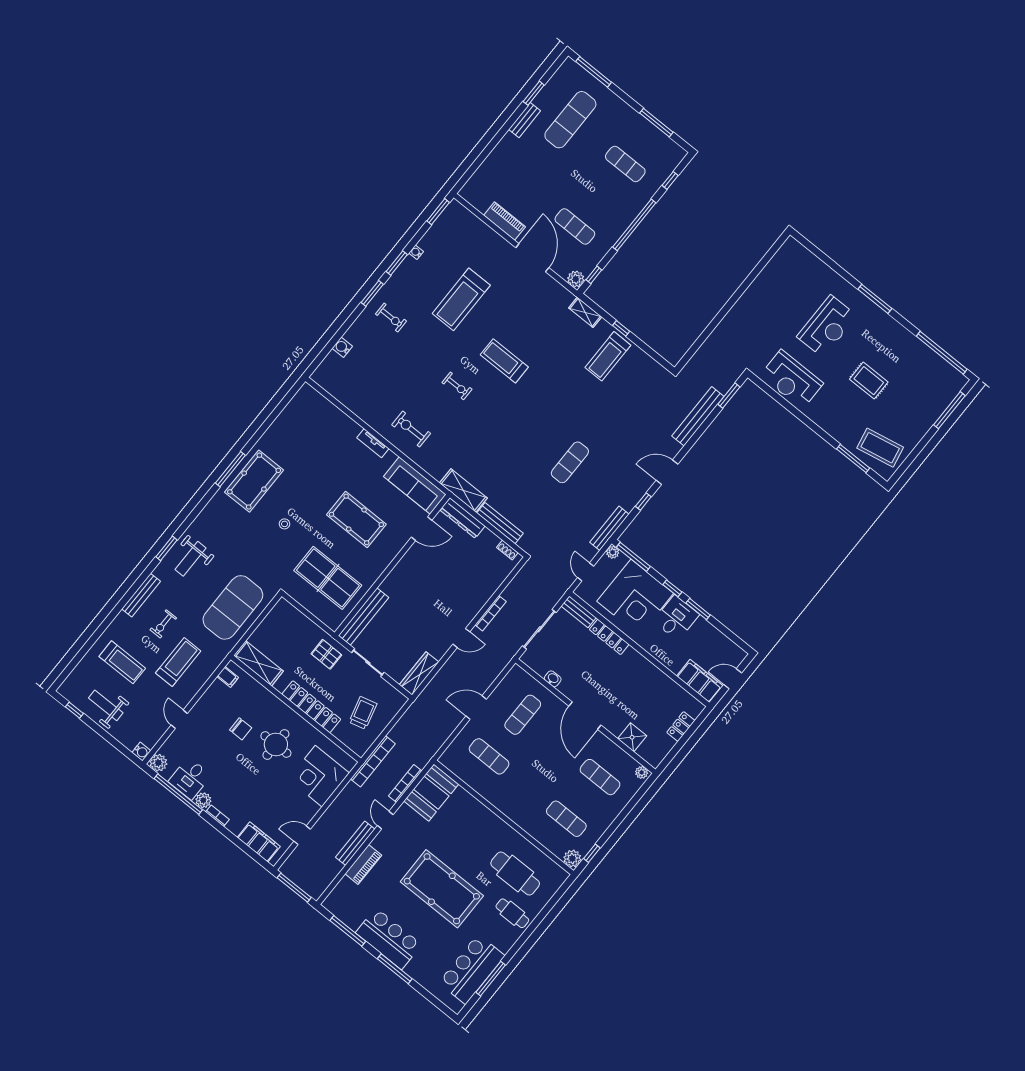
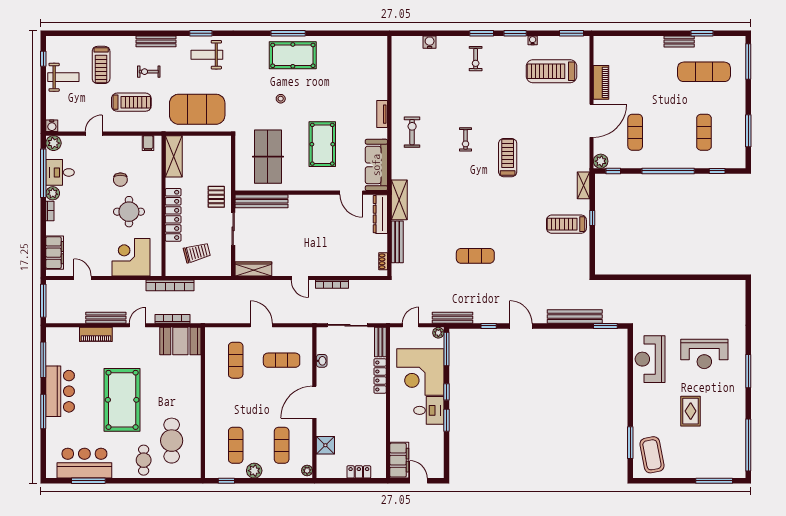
treadmill: (461, 299) -> (551, 71), moved
weight bench: (106, 705) -> (63, 77), turned 90
plant: (572, 859) -> (254, 471), moved

